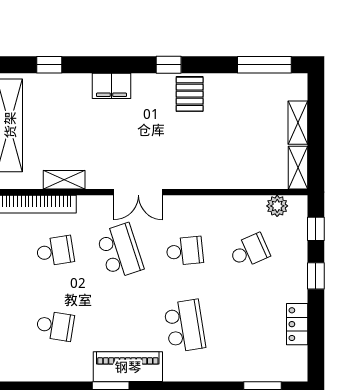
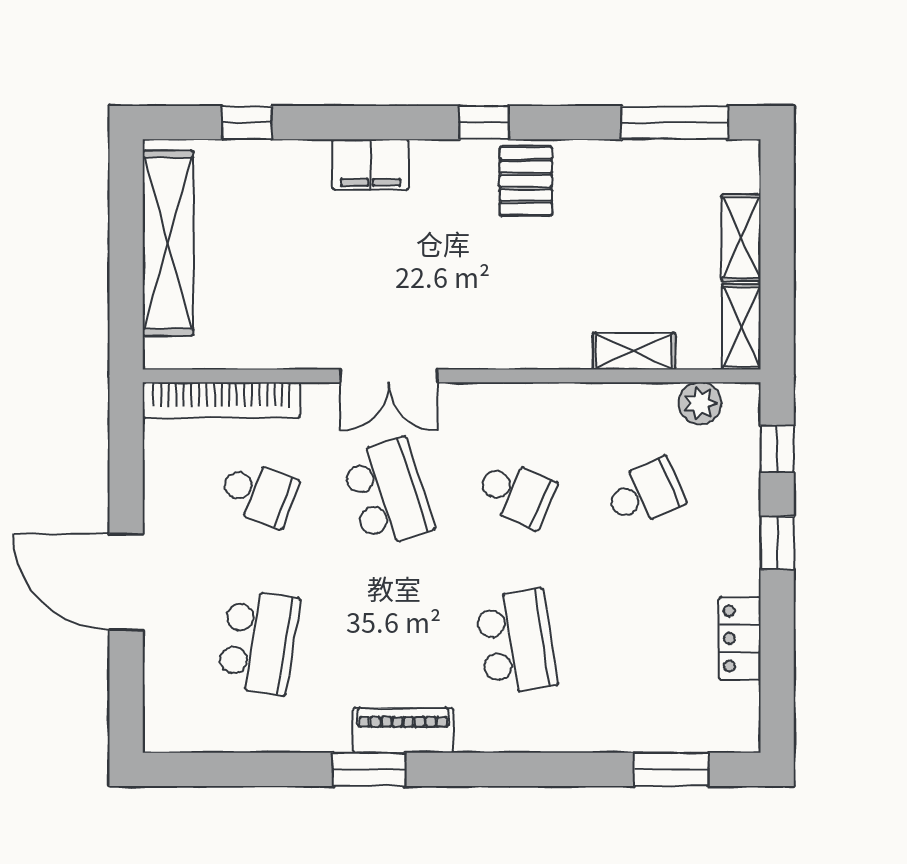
shelving: (64, 180) -> (634, 351), moved
double door: (138, 192) -> (389, 376), moved
school desk: (55, 251) -> (258, 493), turned 30
school desk: (185, 251) -> (516, 493), turned 30
school desk: (55, 326) -> (258, 642), width x1.85
piano: (128, 367) -> (403, 730), width x0.73, depth x0.75

